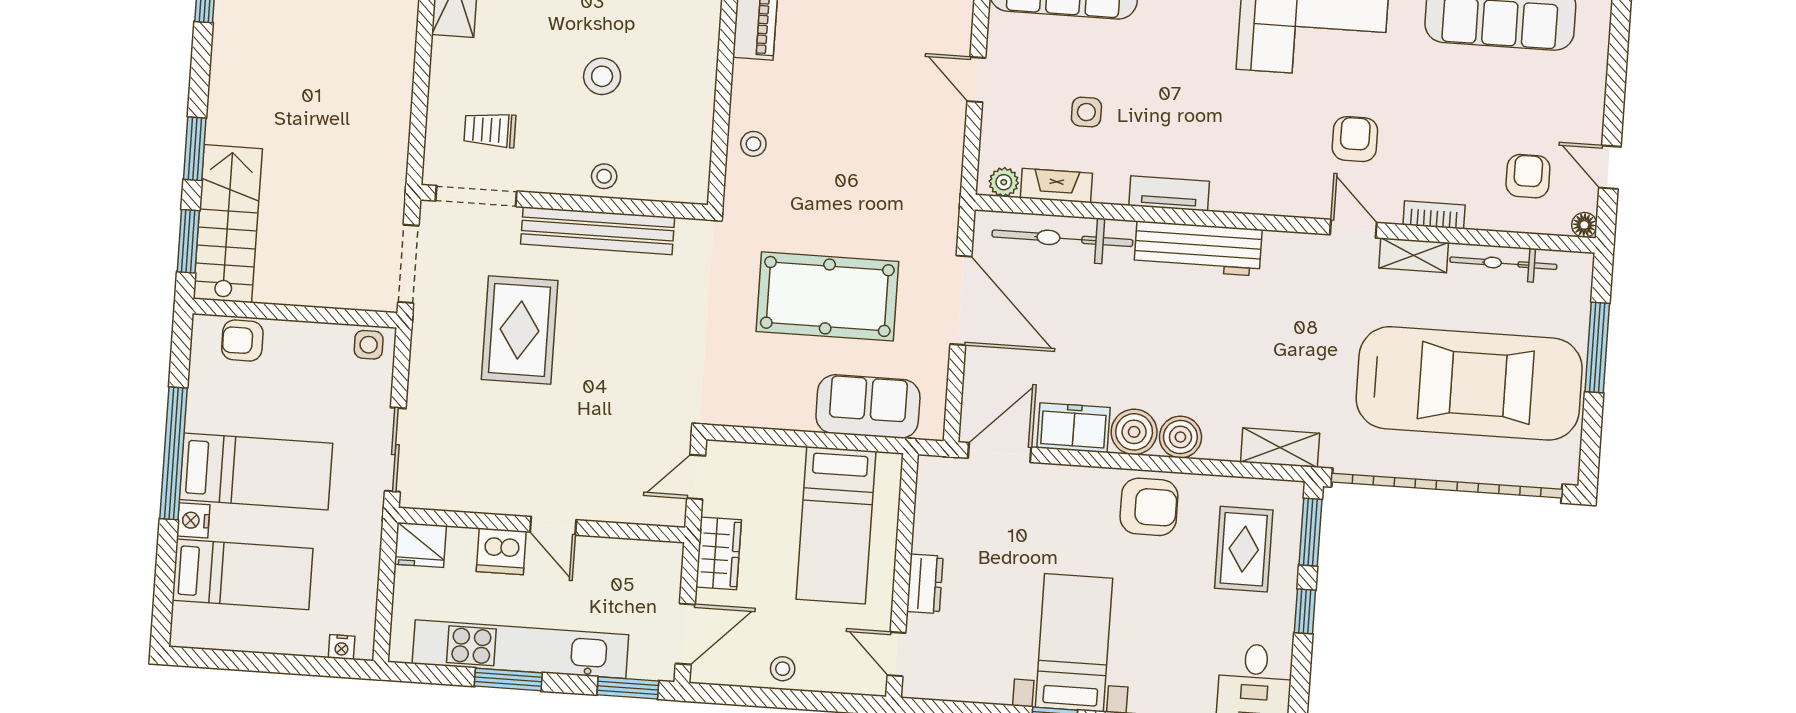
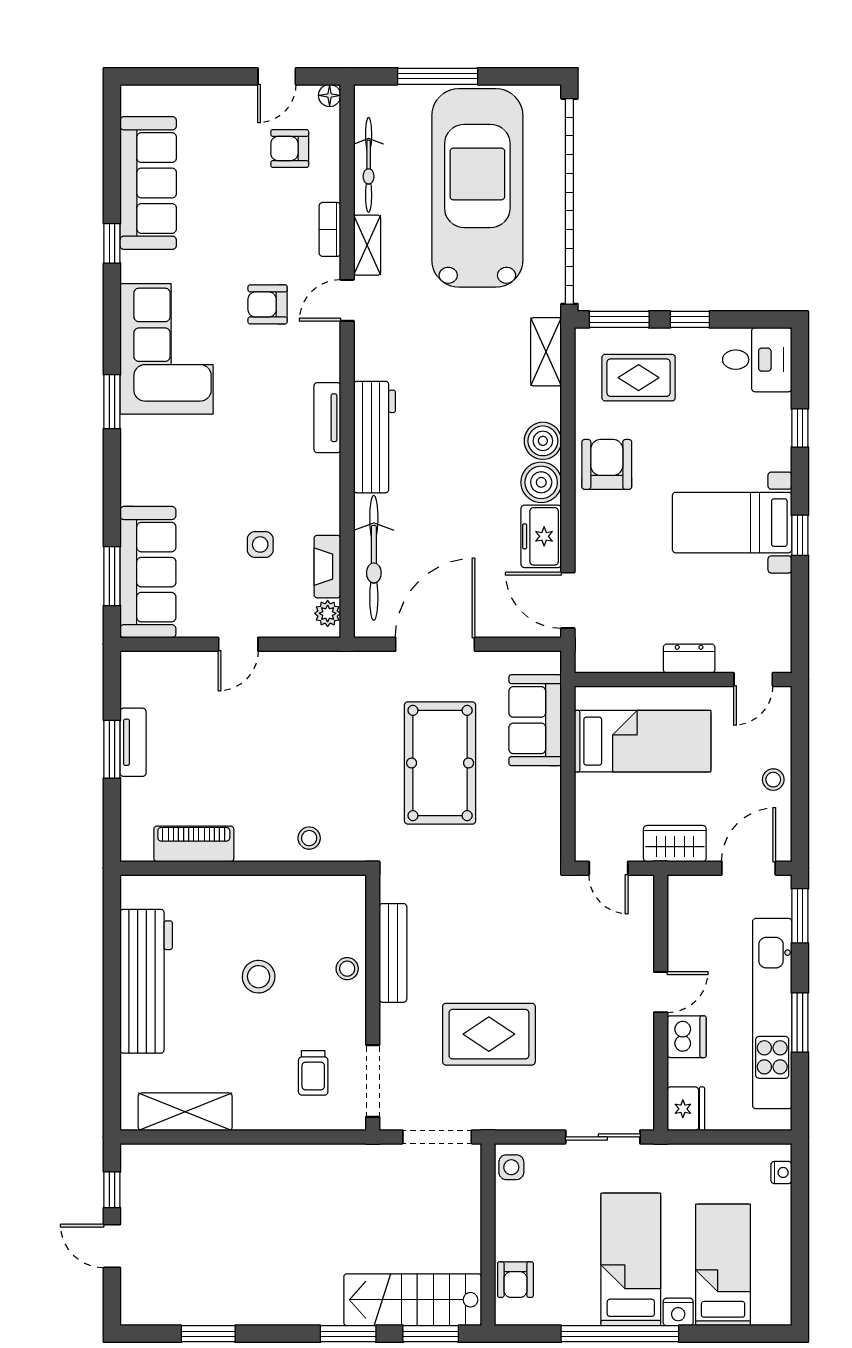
tv unit: (1169, 193) -> (327, 418), moved
bench: (598, 231) -> (393, 953), width x0.73, depth x0.82
door: (685, 634) -> (749, 868), hinge flipped

